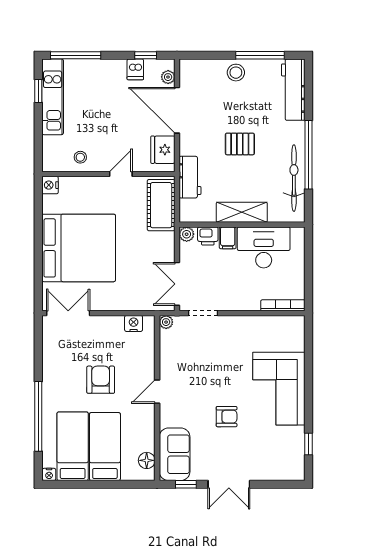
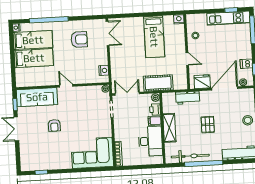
cot: (161, 205) -> (158, 83), moved
bed: (79, 248) -> (154, 37), width x0.49
armchair: (101, 380) -> (79, 39), moved
corner sofa: (279, 389) -> (92, 153), moved
sofa: (175, 454) -> (37, 97), width x1.36
floor lamp: (147, 460) -> (27, 82), removed

